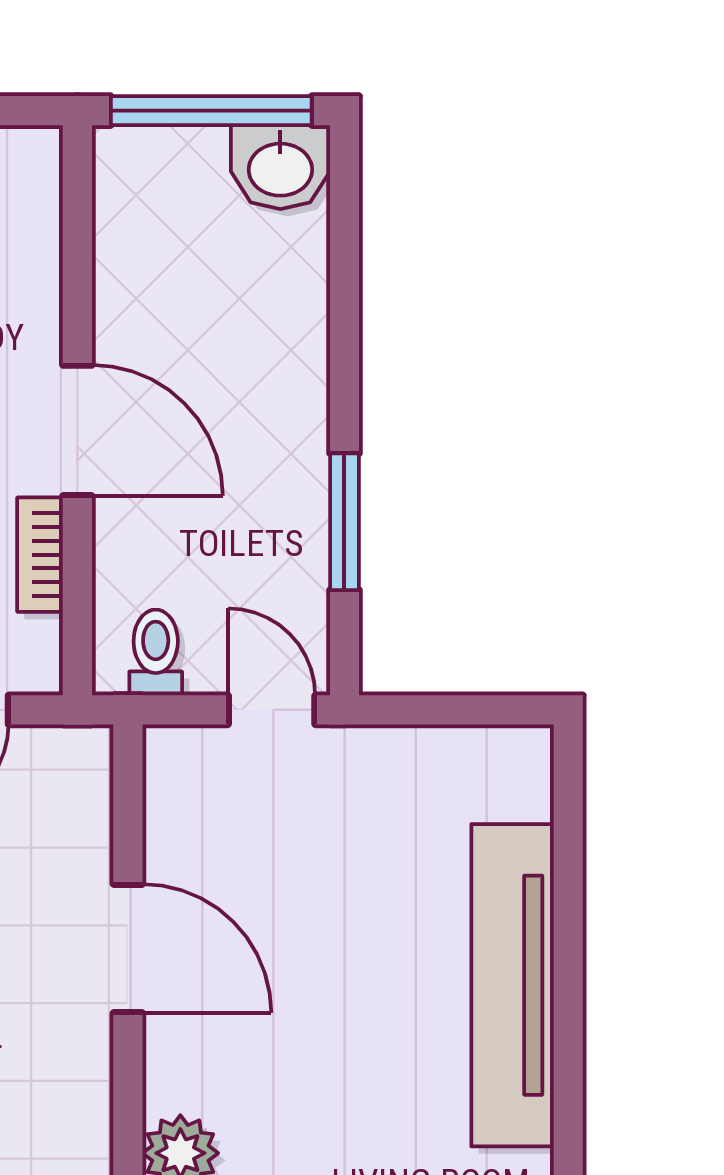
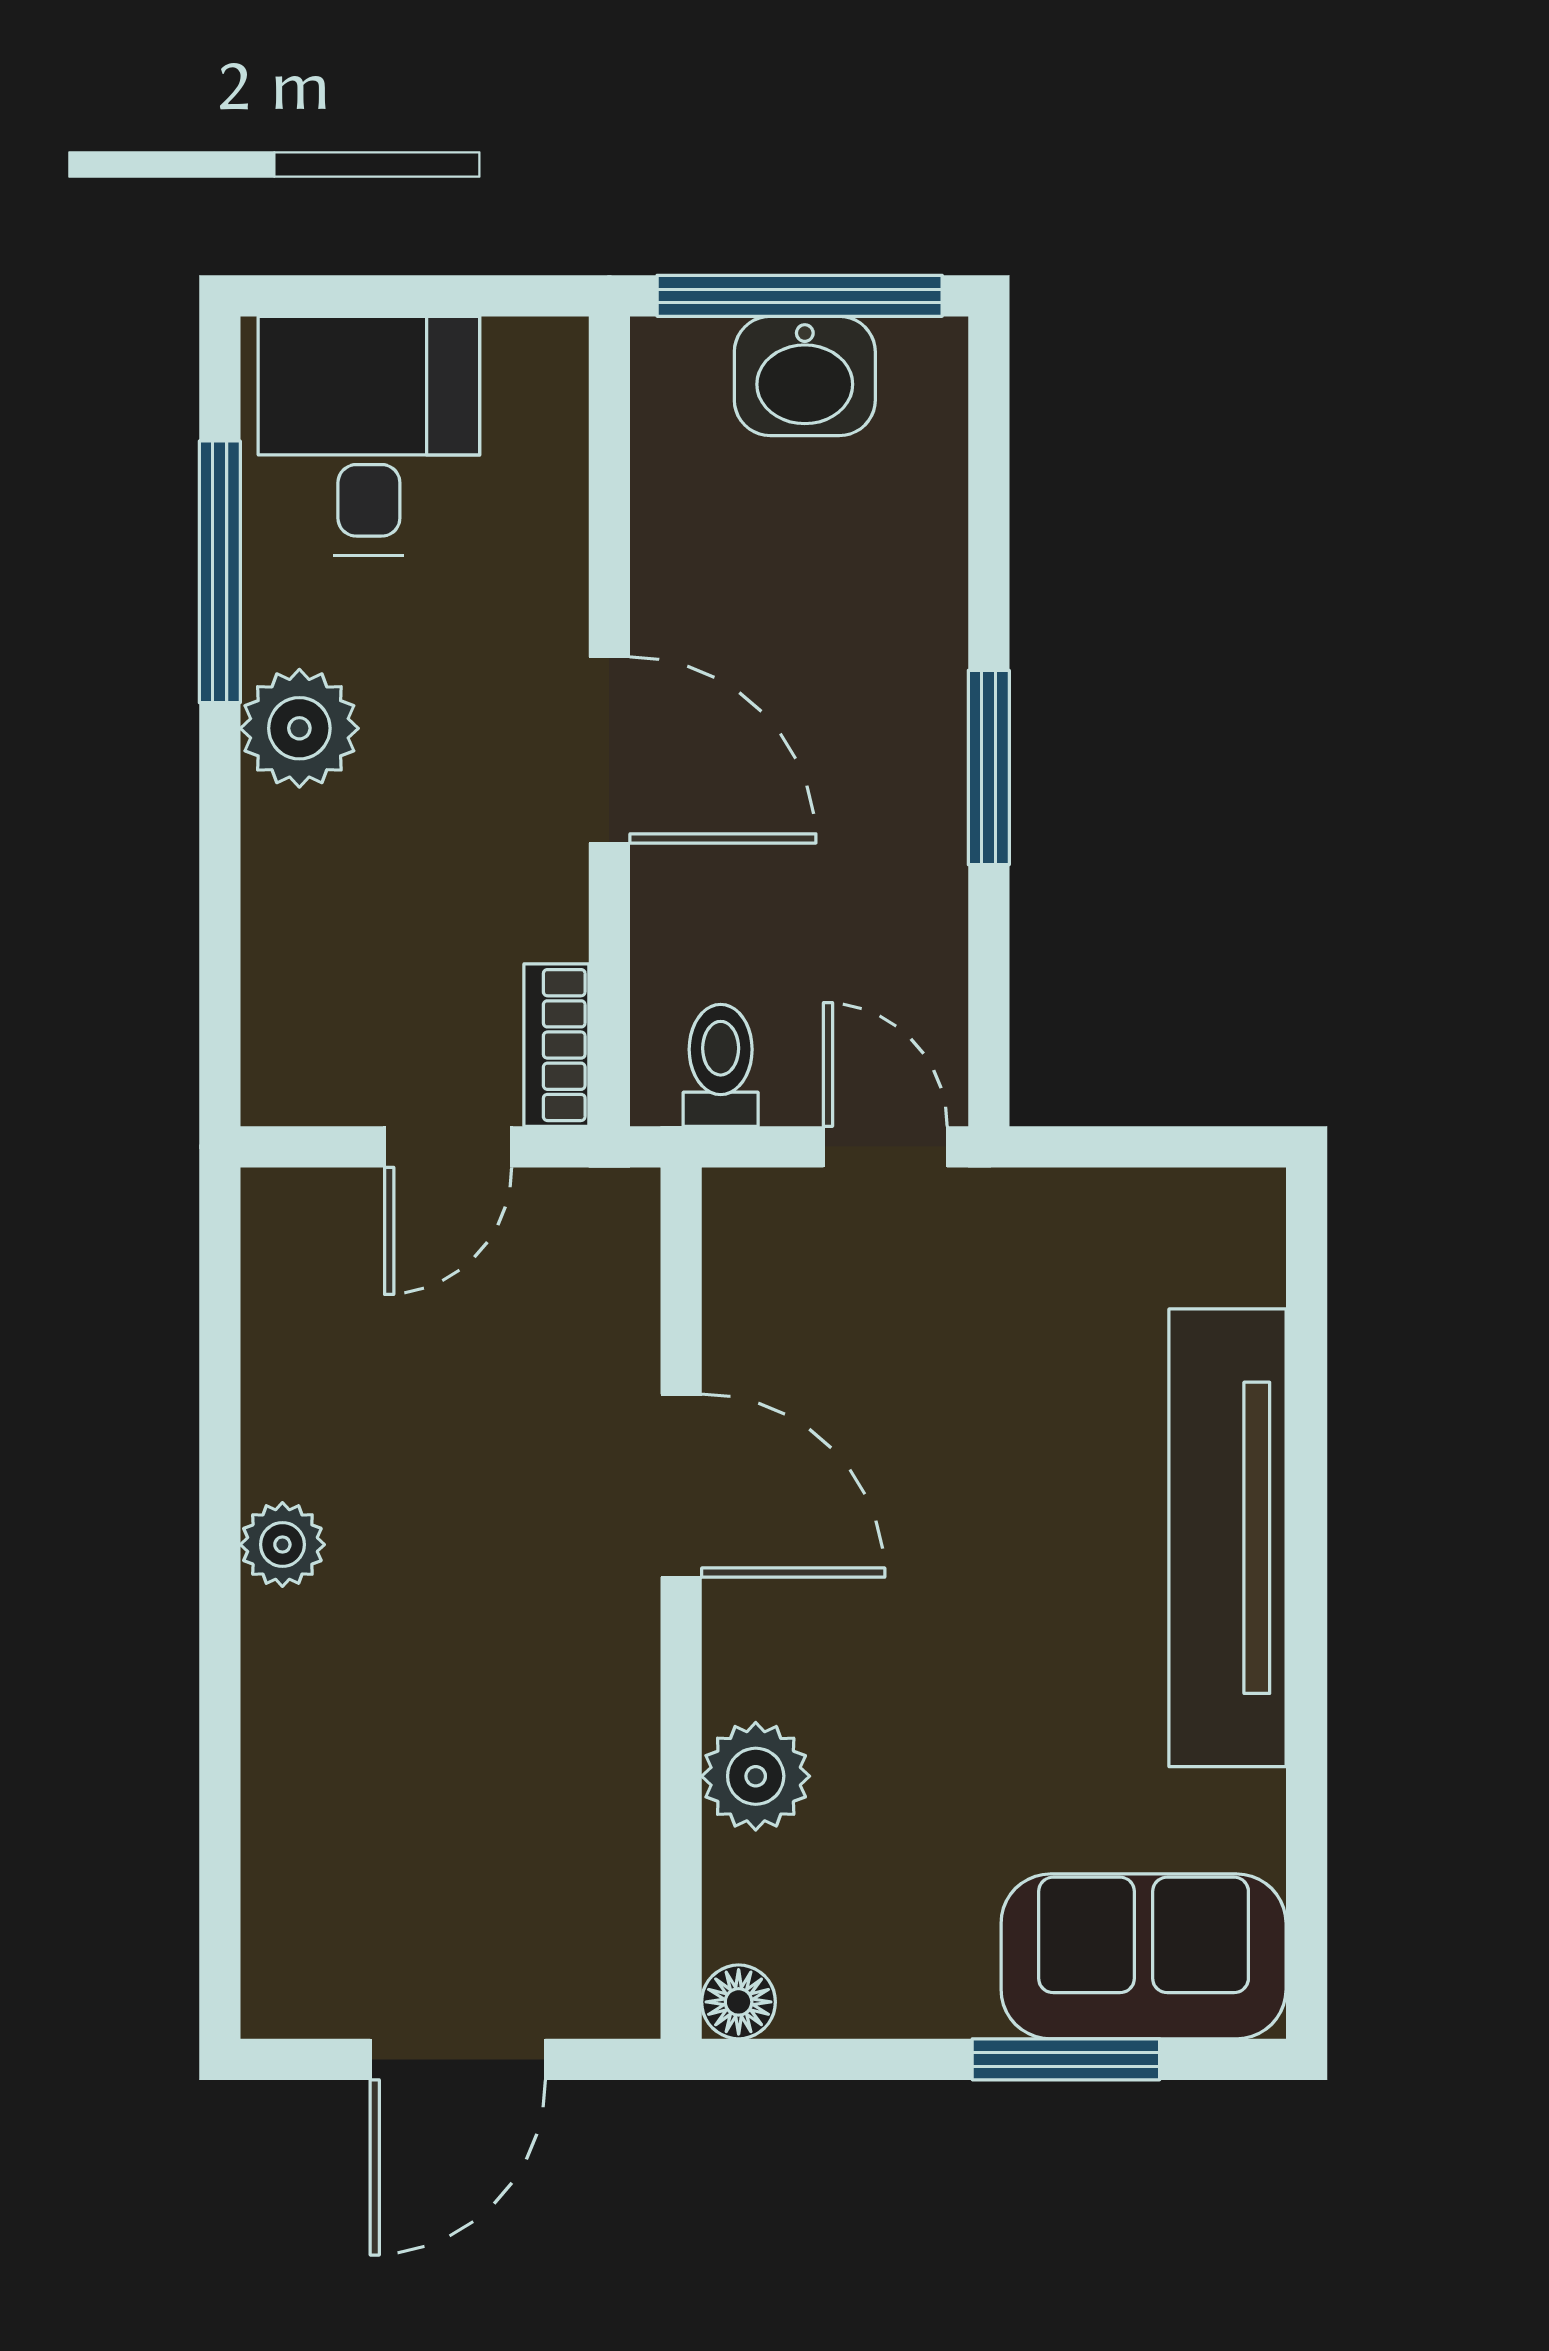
washbasin: (280, 167) -> (805, 376), moved
window: (344, 522) -> (989, 768), moved
bookcase: (40, 555) -> (556, 1045), moved

